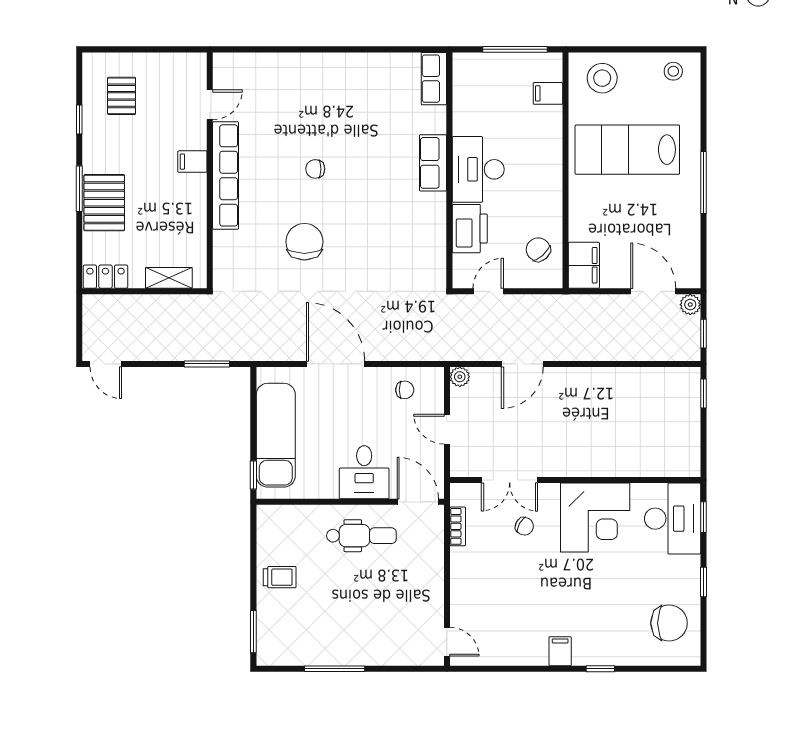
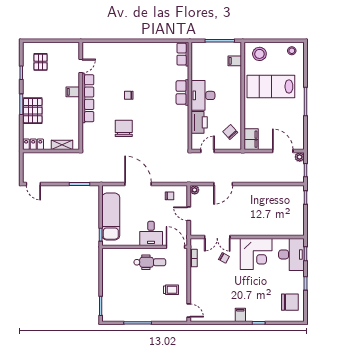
trolley: (280, 577) -> (171, 290), moved

